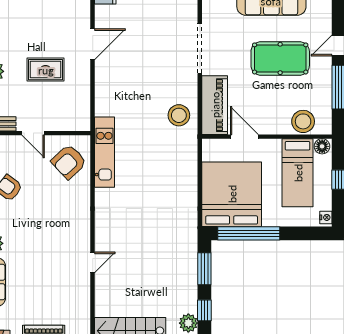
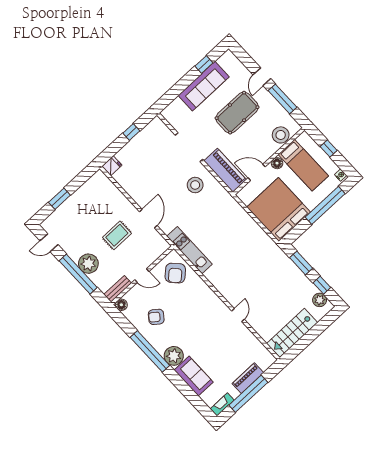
door: (93, 44) -> (148, 219), moved
stool: (179, 115) -> (195, 185), moved
floor lamp: (322, 146) -> (277, 163), moved
window: (249, 233) -> (325, 205), moved

